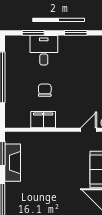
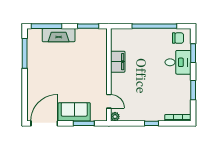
chair: (45, 90) -> (178, 38), moved
fireplace: (13, 163) -> (59, 35), moved

